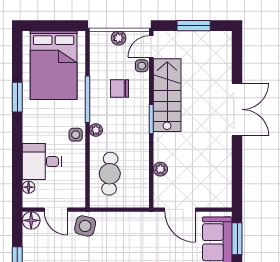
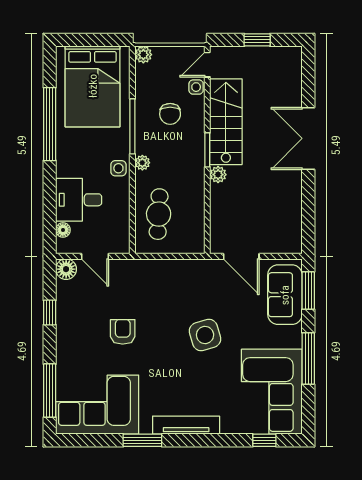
window: (194, 26) -> (257, 40), width x0.67
plant: (119, 38) -> (143, 55), moved
chair: (120, 89) -> (170, 114), turned -90
window: (17, 97) -> (50, 124), width x2.11
double door: (237, 109) -> (308, 138), swing flipped
plant: (160, 169) -> (218, 175), moved
side table: (85, 226) -> (130, 276), removed

